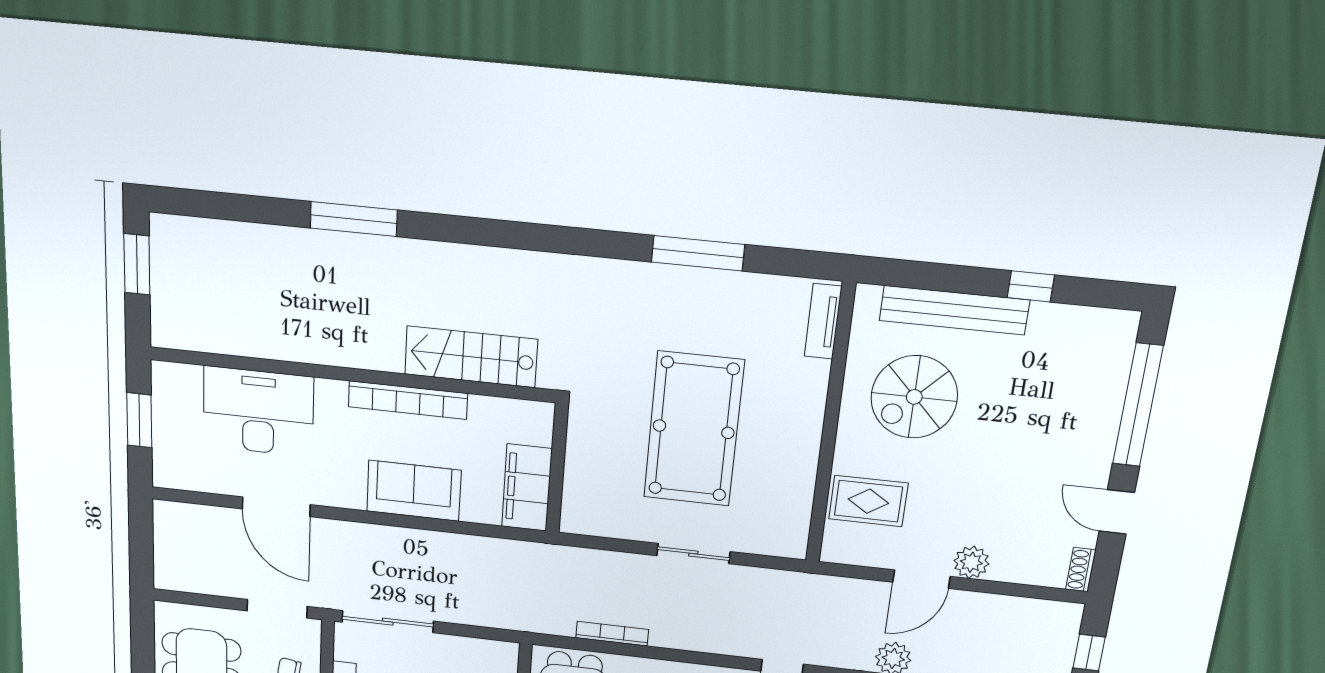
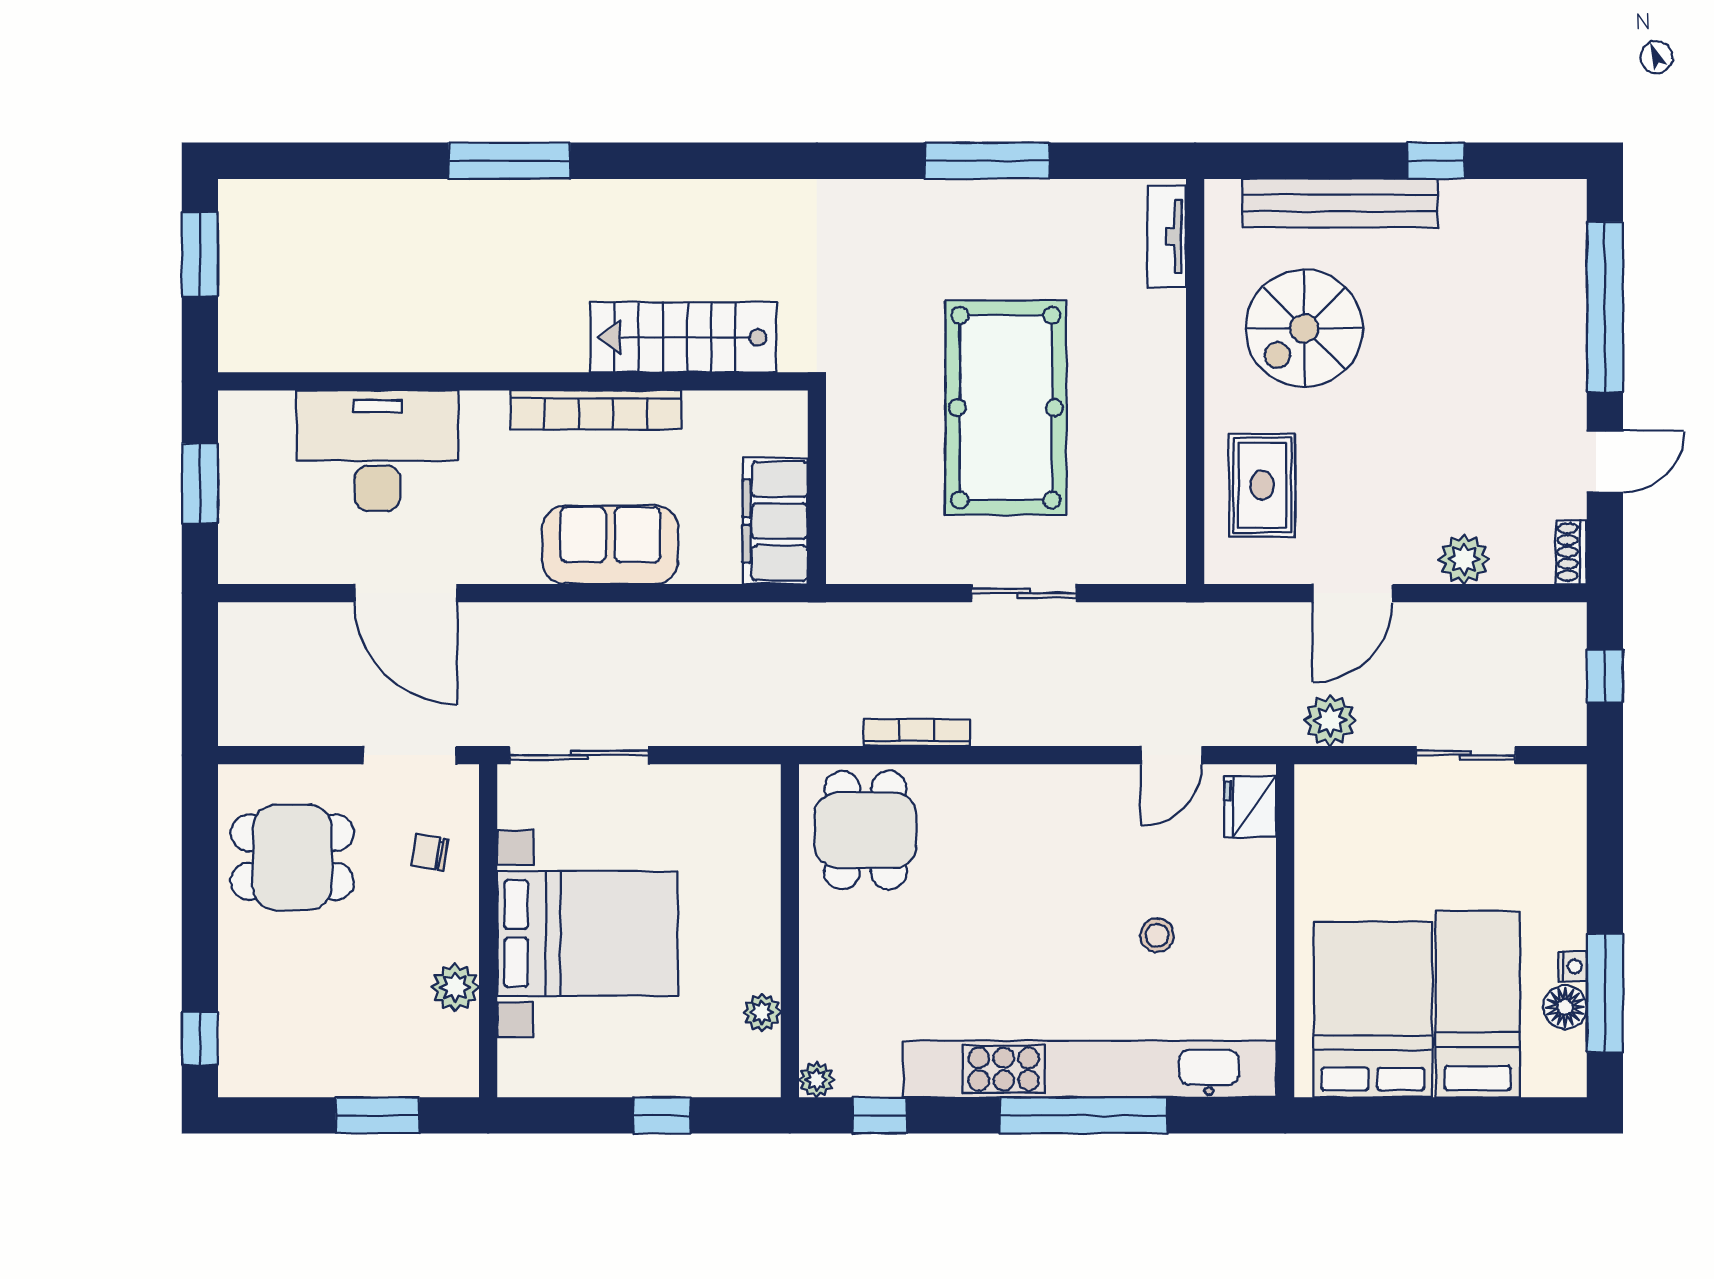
rug: (868, 501) -> (1262, 485), turned 90
door: (1117, 512) -> (1605, 462), swing flipped
plant: (971, 562) -> (1464, 559), moved

